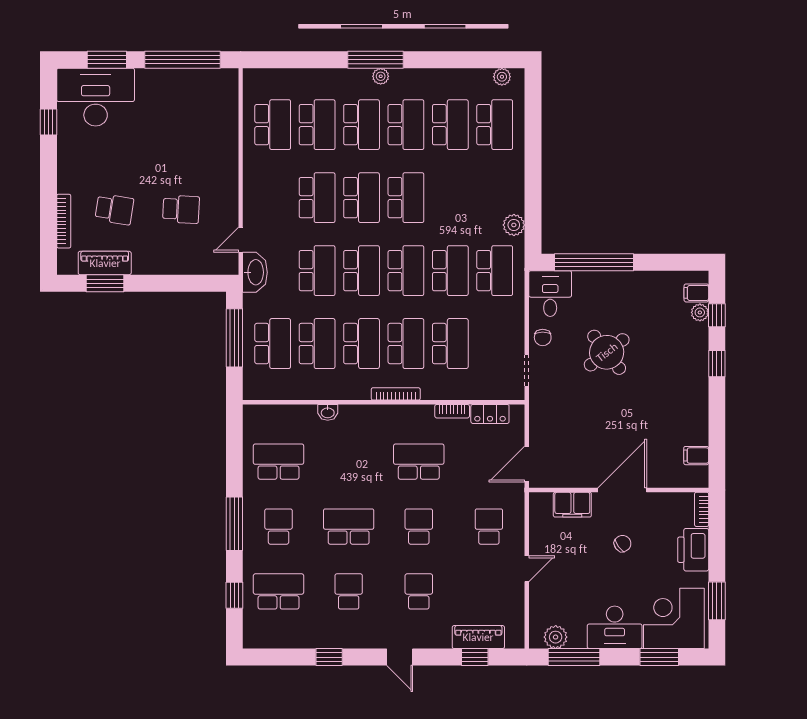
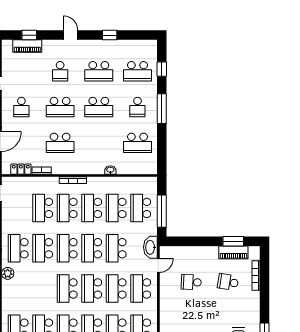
school desk: (273, 198) -> (141, 288), added
school desk: (419, 527) -> (60, 107), width x1.85
school desk: (349, 591) -> (99, 71), width x1.85

